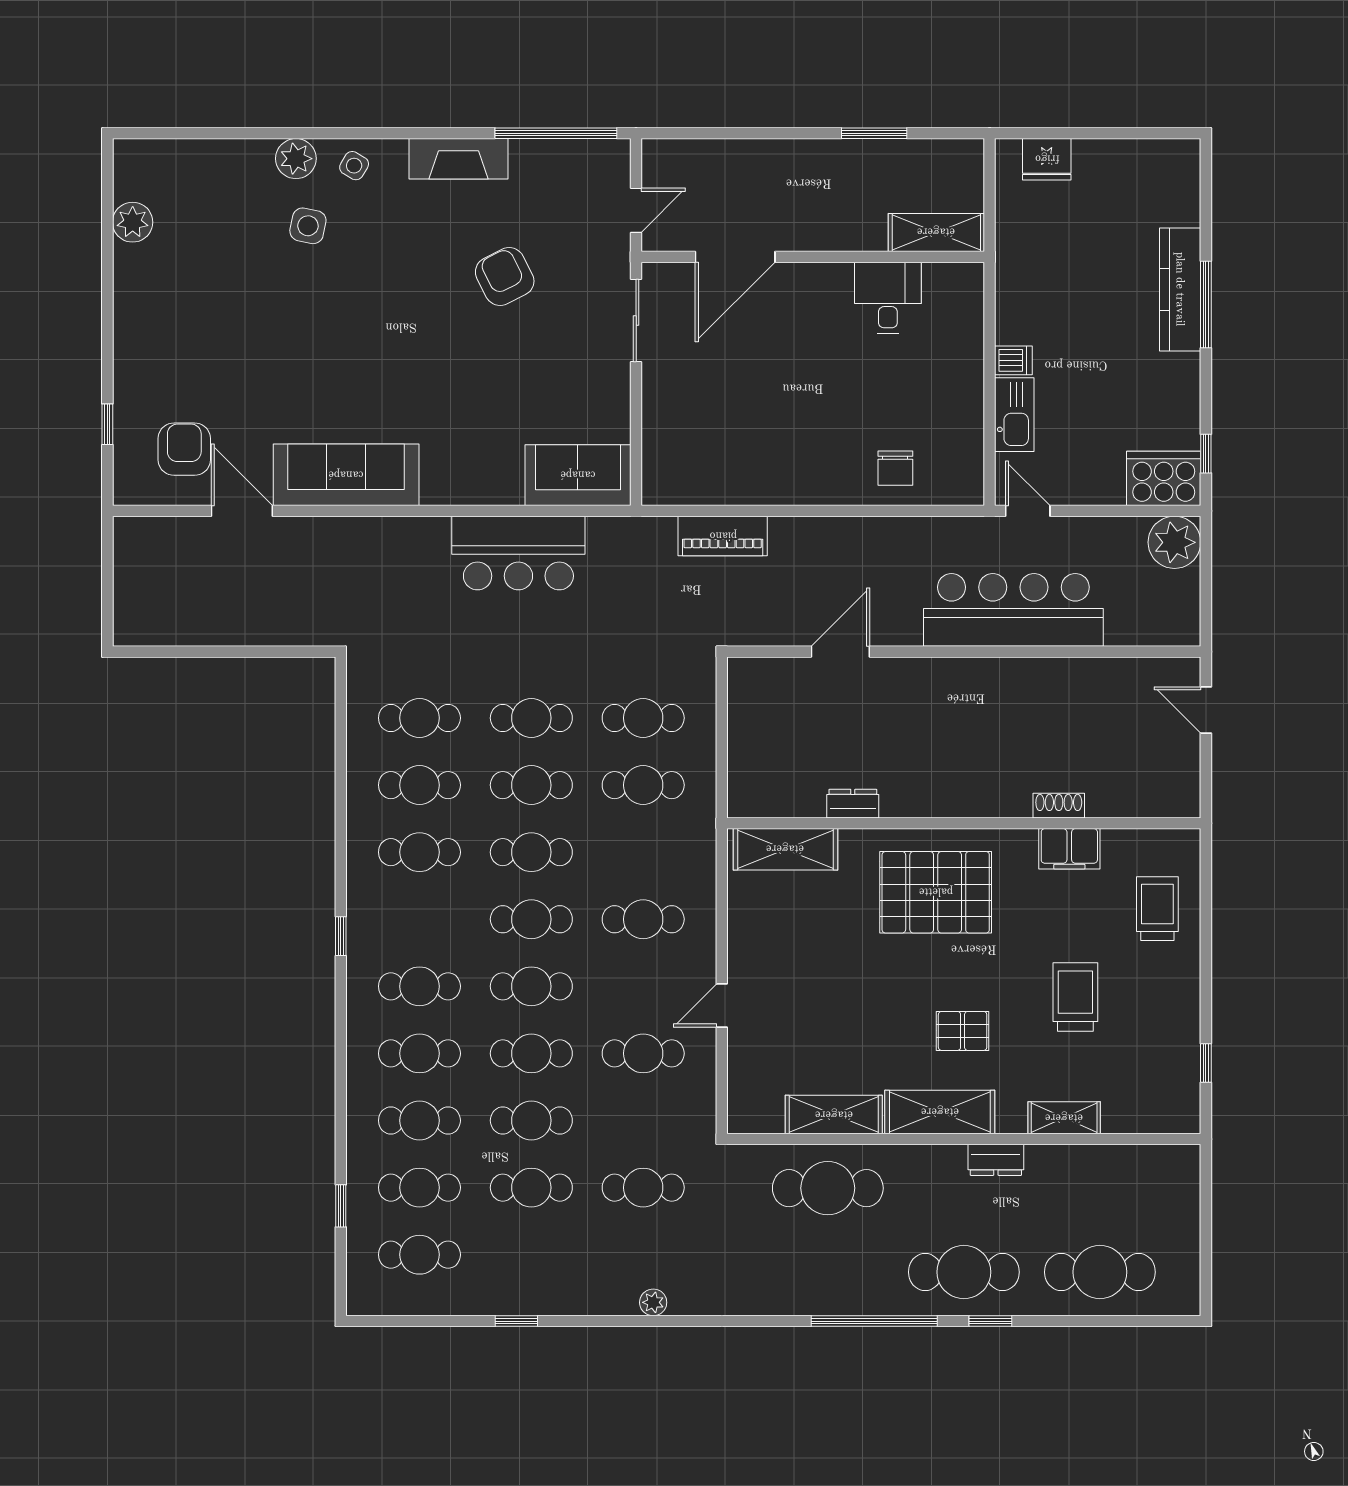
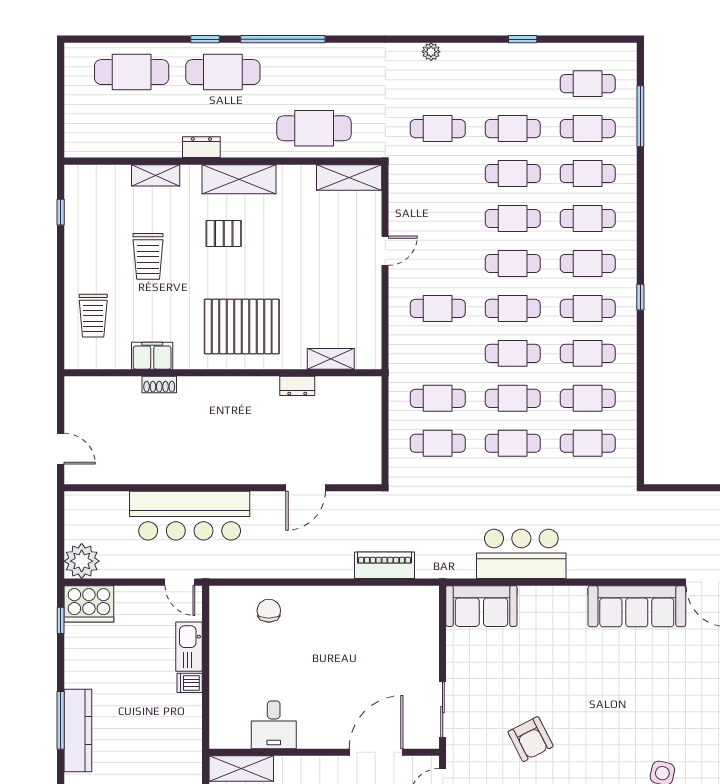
shelving: (785, 849) -> (331, 359), width x0.67, depth x0.75
cafe table: (643, 1053) -> (588, 308), moved
shelving: (834, 1115) -> (349, 178), moved
window: (341, 1206) -> (640, 116), width x2.17

